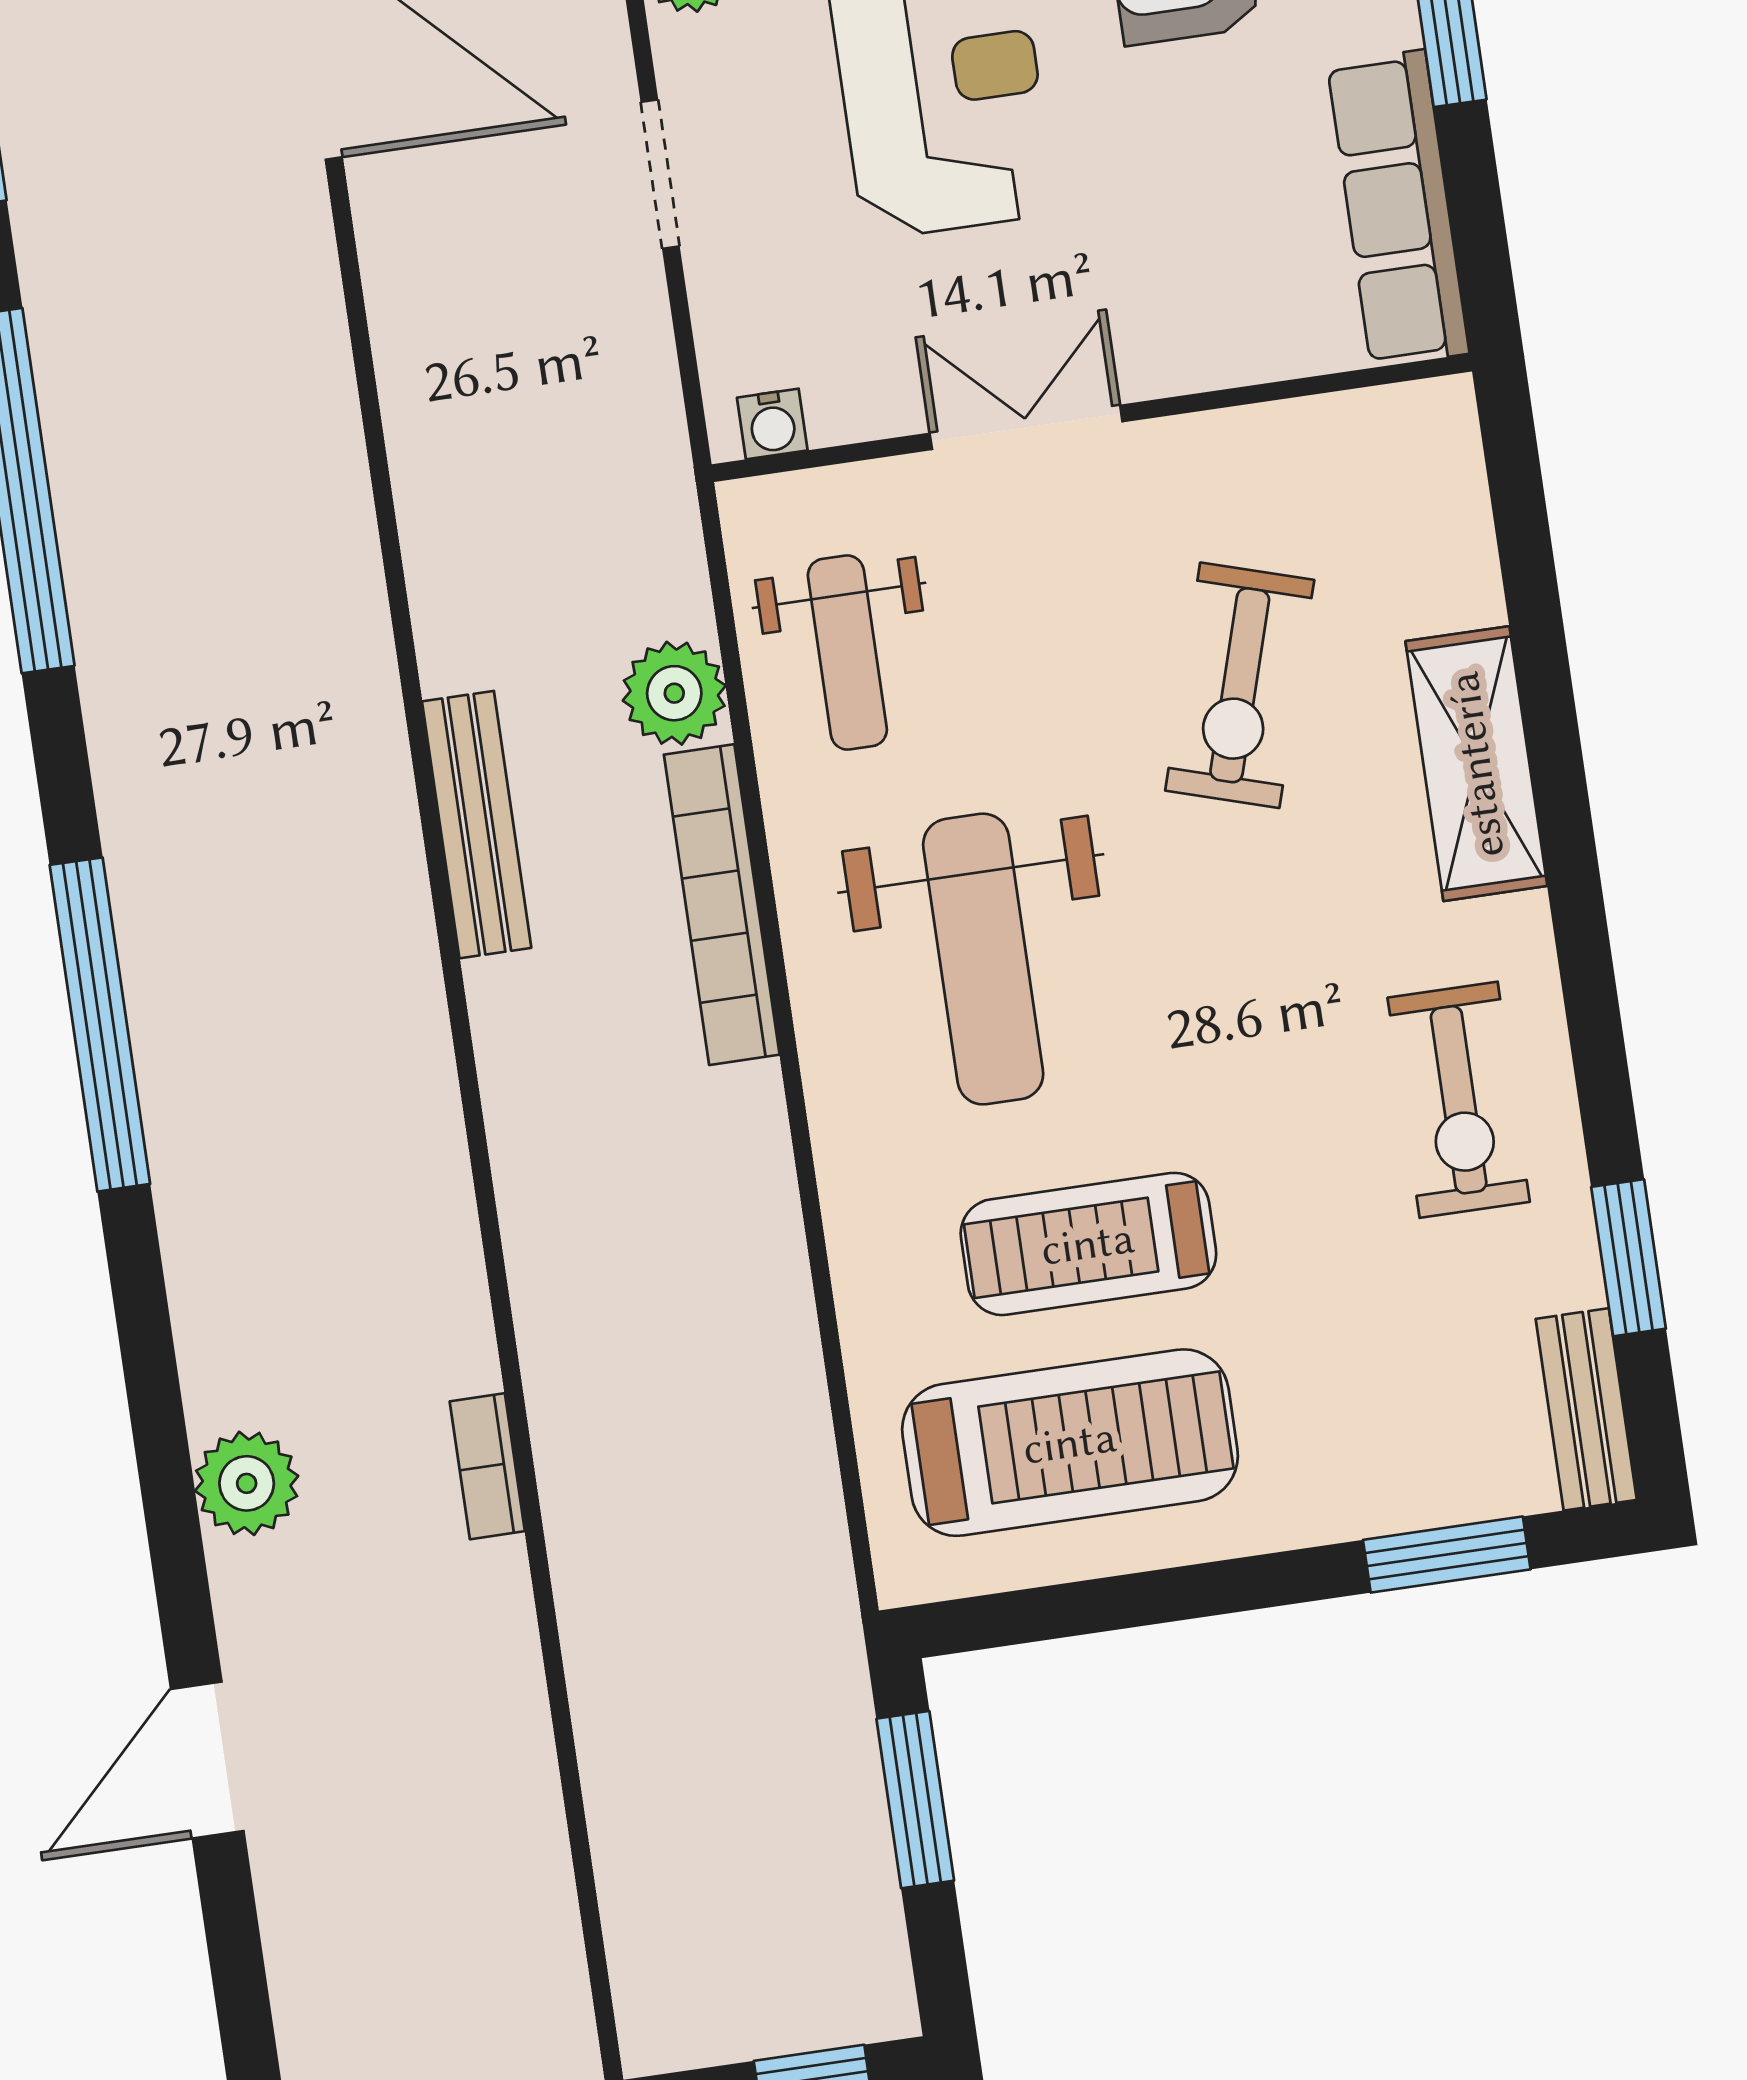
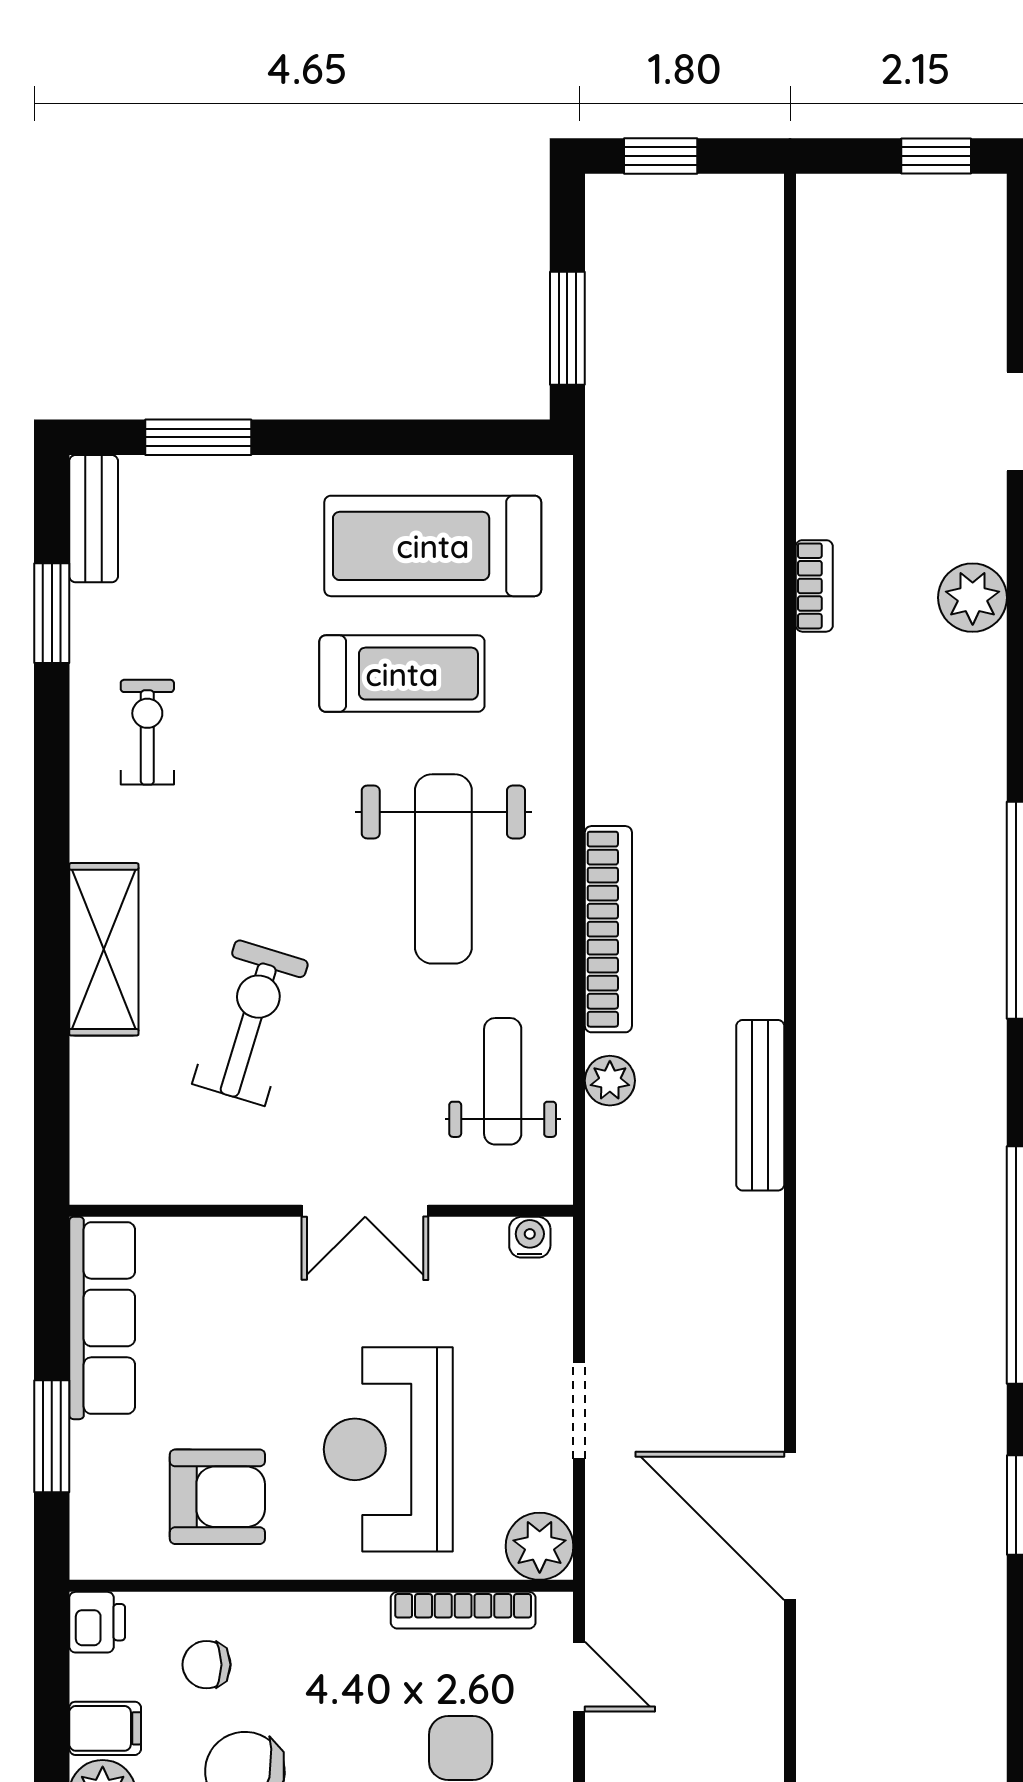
plant: (674, 693) -> (610, 1081), width x0.73, depth x0.73
bench: (477, 825) -> (760, 1105), moved
weight bench: (983, 959) -> (443, 869), turned 180
exercise bike: (1459, 1100) -> (147, 732), width x0.73, depth x0.72

